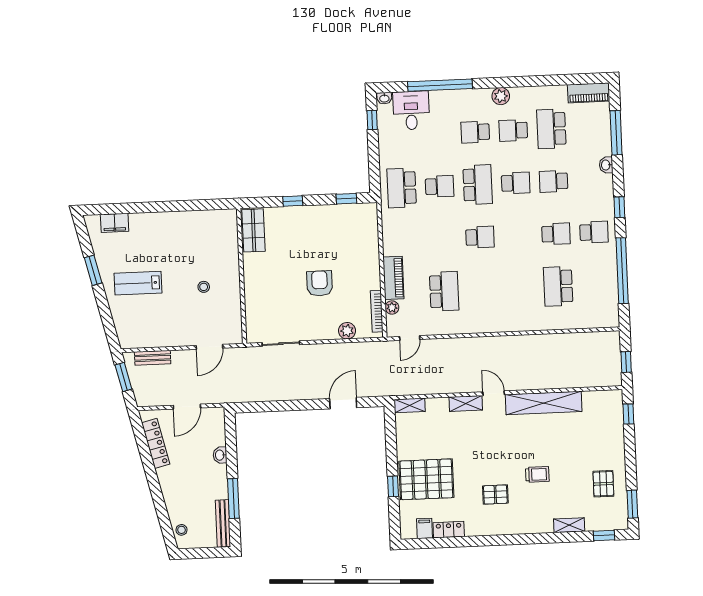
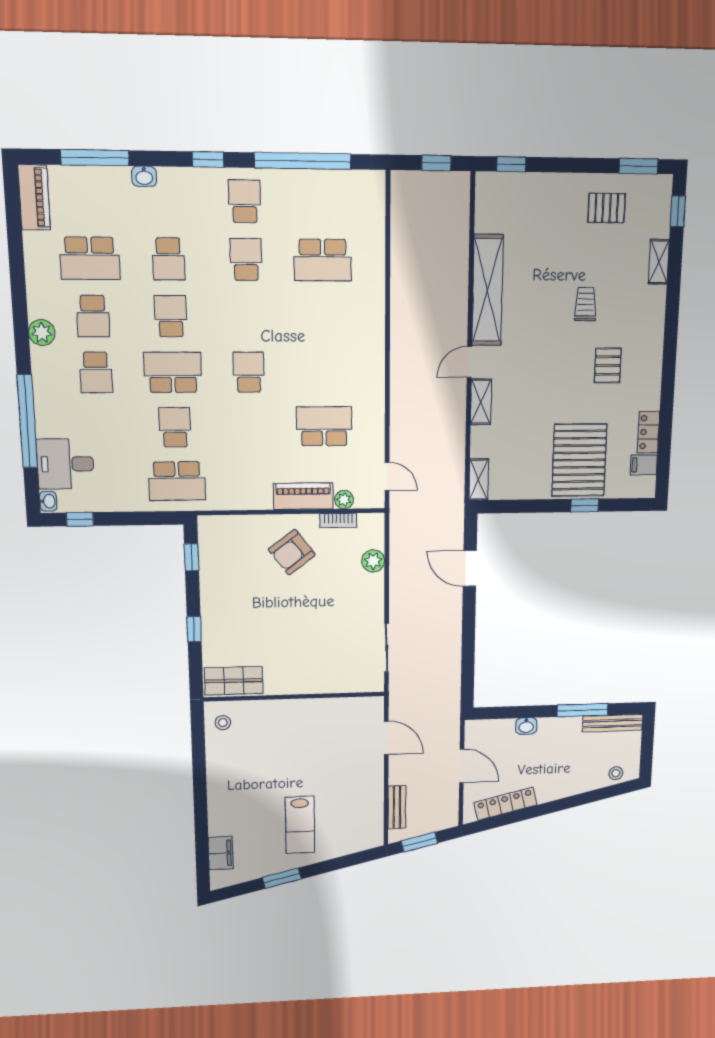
armchair: (320, 283) -> (292, 552), moved, turned -37
stool: (204, 287) -> (223, 723), moved
bookcase: (377, 311) -> (338, 521), width x0.64

